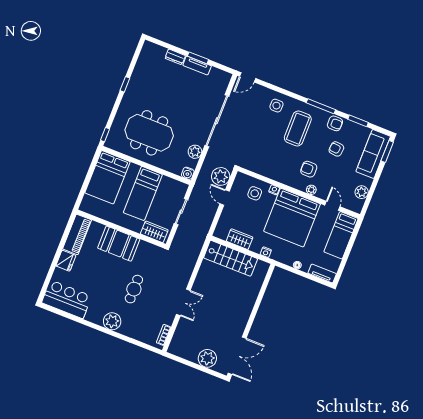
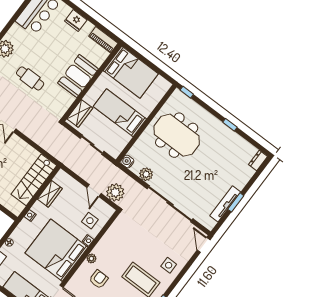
dresser: (175, 57) -> (258, 161), moved
tv unit: (197, 66) -> (225, 204), width x1.41
meeting table: (149, 133) -> (177, 135), turned 90
bed: (107, 177) -> (131, 72), moved, turned 180
plant: (311, 190) -> (91, 258), moved
door: (225, 197) -> (94, 191), swing flipped
piano: (77, 234) -> (103, 40), width x0.73, depth x0.75

